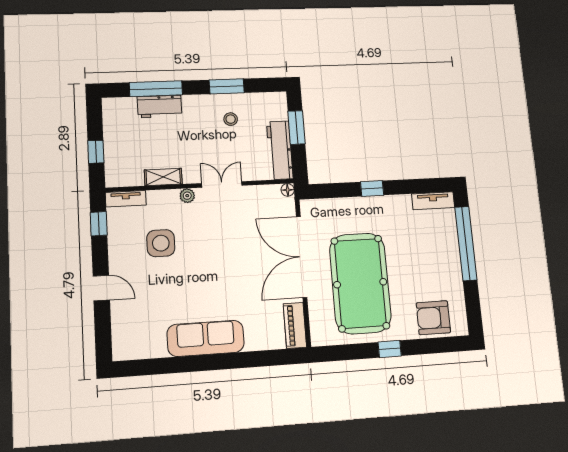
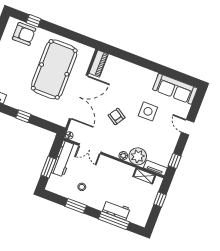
shelving: (163, 177) -> (144, 176), moved
double door: (222, 184) -> (90, 149), moved
plant: (163, 205) -> (138, 156), added
side table: (161, 243) -> (148, 111), moved
armchair: (227, 253) -> (117, 116), added
sofa: (206, 338) -> (175, 89), moved
window: (390, 349) -> (34, 21), moved

